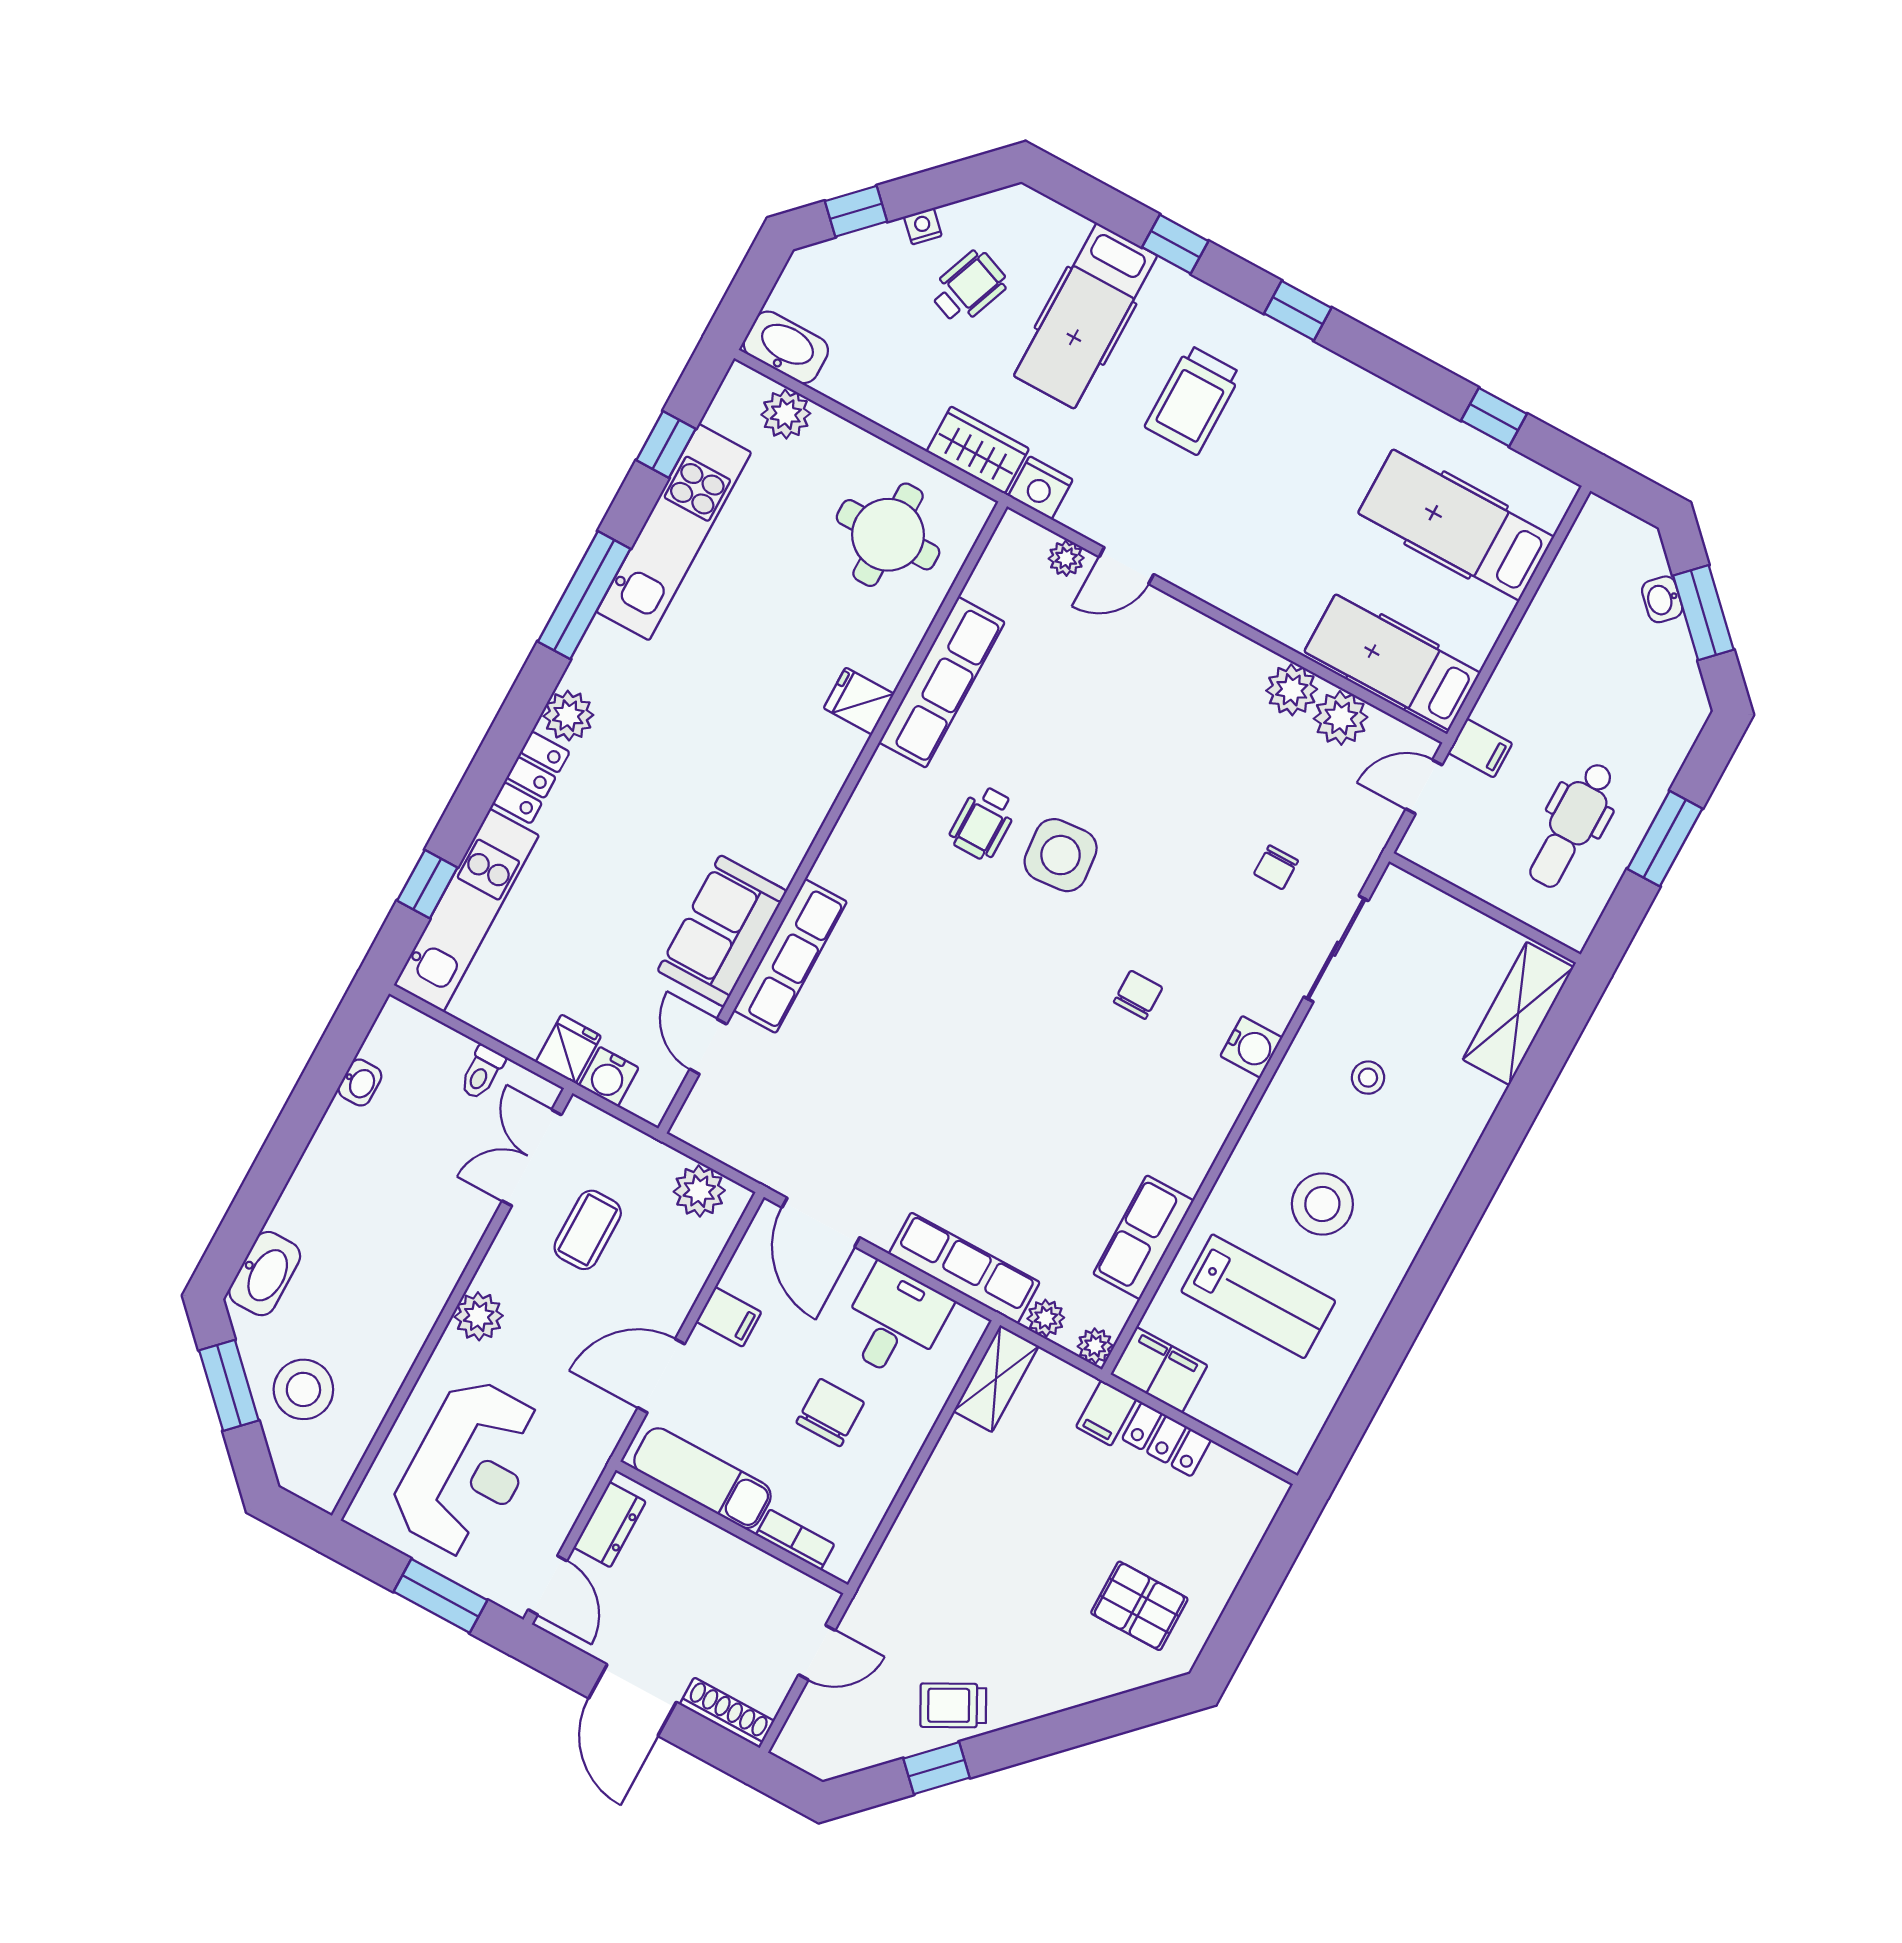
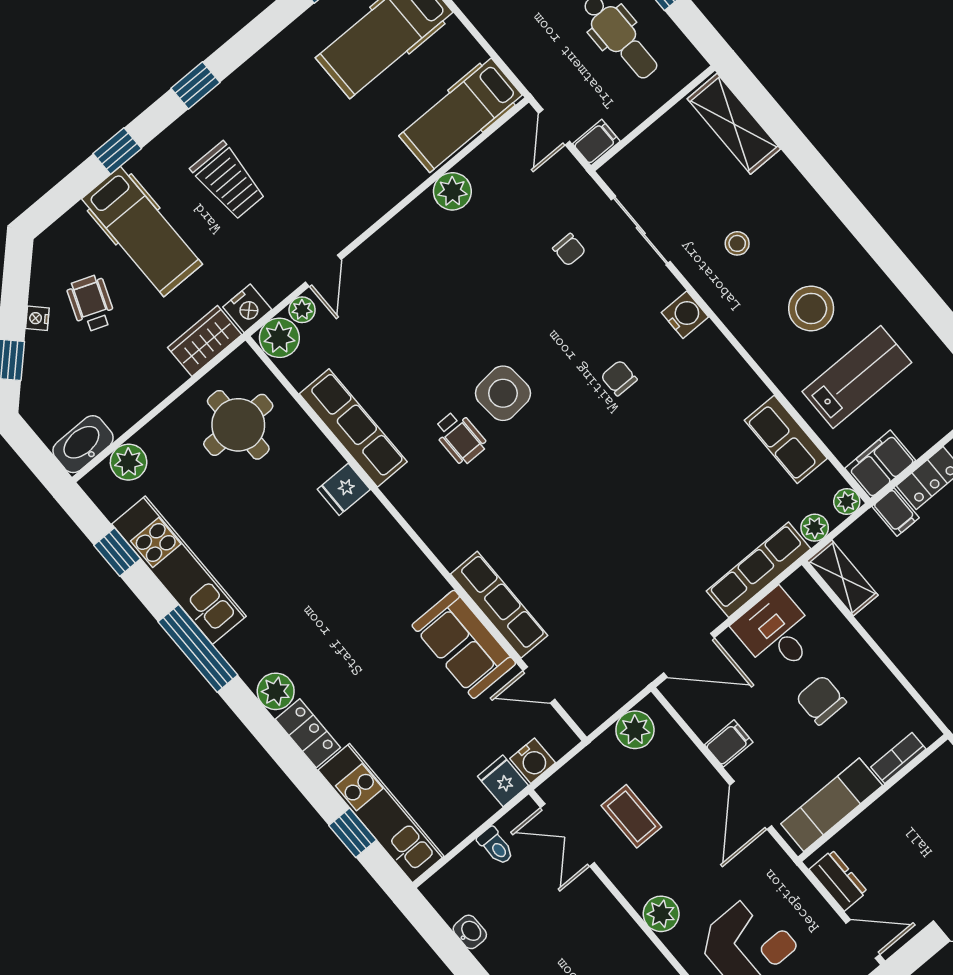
plant: (1341, 718) -> (279, 338), moved
filing cabinet: (1480, 748) -> (596, 142), moved

